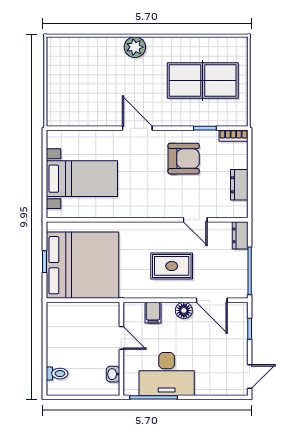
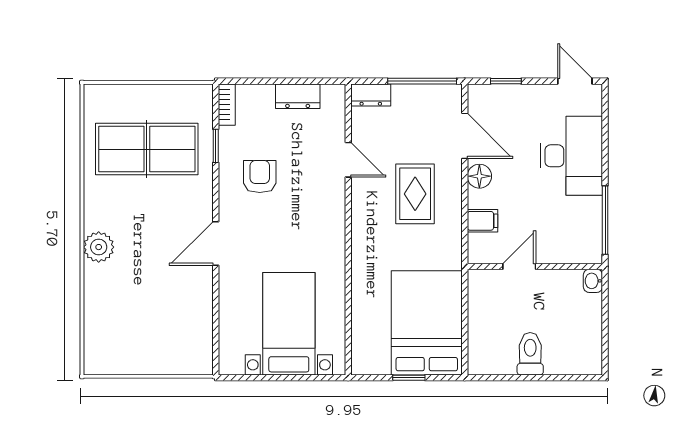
table tennis table: (203, 80) -> (147, 149), turned 90
armchair: (184, 159) -> (260, 177), width x0.72, depth x0.72
door: (195, 220) -> (348, 160), hinge flipped
bed: (82, 265) -> (427, 323), width x0.73
door: (212, 300) -> (465, 136), hinge flipped
toilet: (57, 374) -> (530, 354), moved, width x1.37, depth x1.39
washbasin: (113, 374) -> (593, 281), moved, turned 90
desk: (167, 374) -> (571, 156), moved

